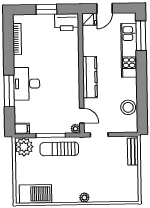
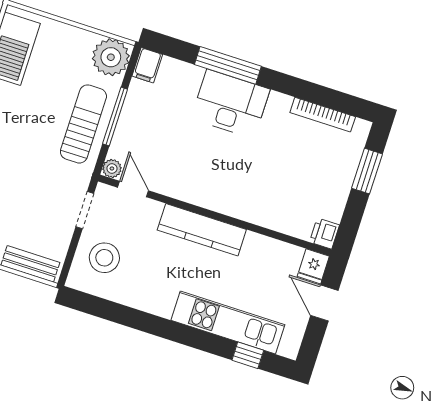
window: (46, 9) -> (367, 171), moved
printer: (67, 22) -> (325, 234), width x0.53, depth x0.68
window: (141, 36) -> (248, 355), width x0.46
stool: (128, 107) -> (104, 258), moved
door: (82, 116) -> (133, 189), swing flipped

